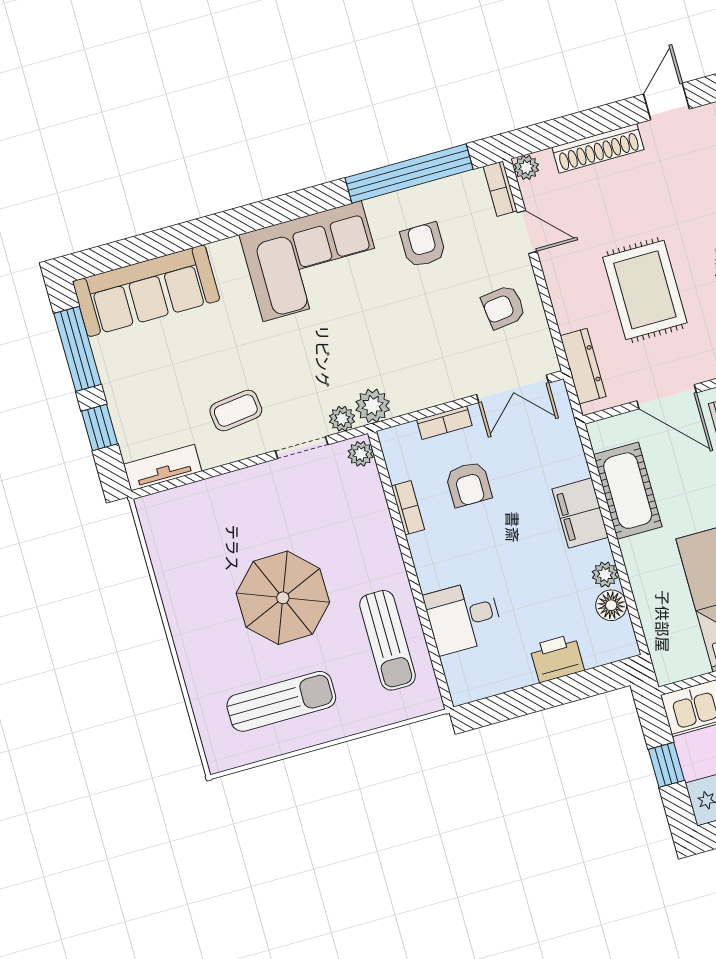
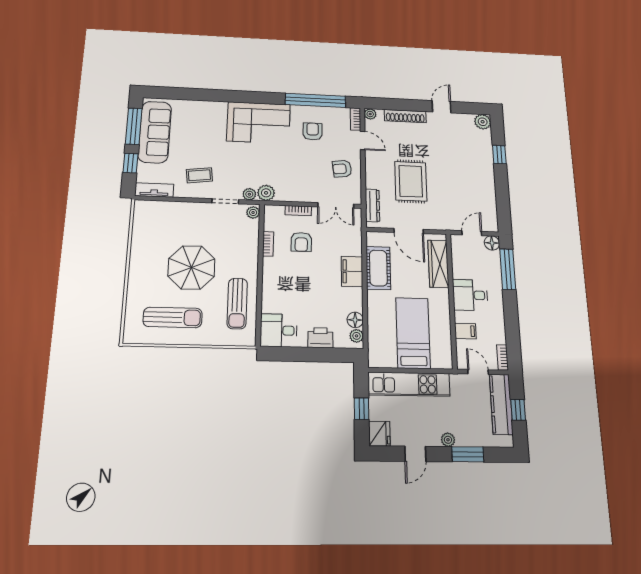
sofa: (146, 291) -> (155, 132), moved, turned -90
plant: (605, 575) -> (357, 336), moved
desk: (463, 617) -> (279, 330), moved

